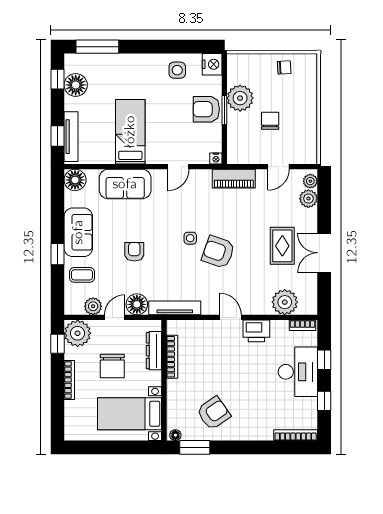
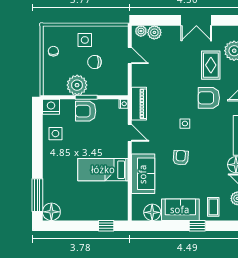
window: (58, 79) -> (62, 226), removed
floor lamp: (76, 85) -> (51, 212), moved
side table: (299, 108) -> (85, 40), added
armchair: (206, 109) -> (86, 111), turned 90
tv unit: (71, 137) -> (107, 215), removed
piano: (234, 179) -> (139, 104), moved
floor lamp: (75, 180) -> (152, 212), moved
rug: (282, 246) -> (211, 65), moved, turned 90
armchair: (134, 252) -> (181, 158), moved, turned 94
armchair: (218, 252) -> (209, 98), moved, turned 71

